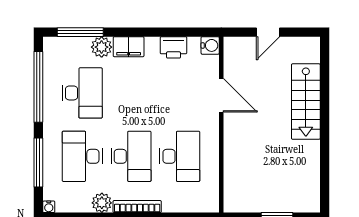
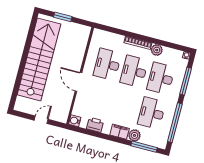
door: (221, 95) -> (78, 82), moved
stairs: (306, 102) -> (39, 59), width x1.86, depth x1.51
desk: (82, 156) -> (161, 78), turned 180

